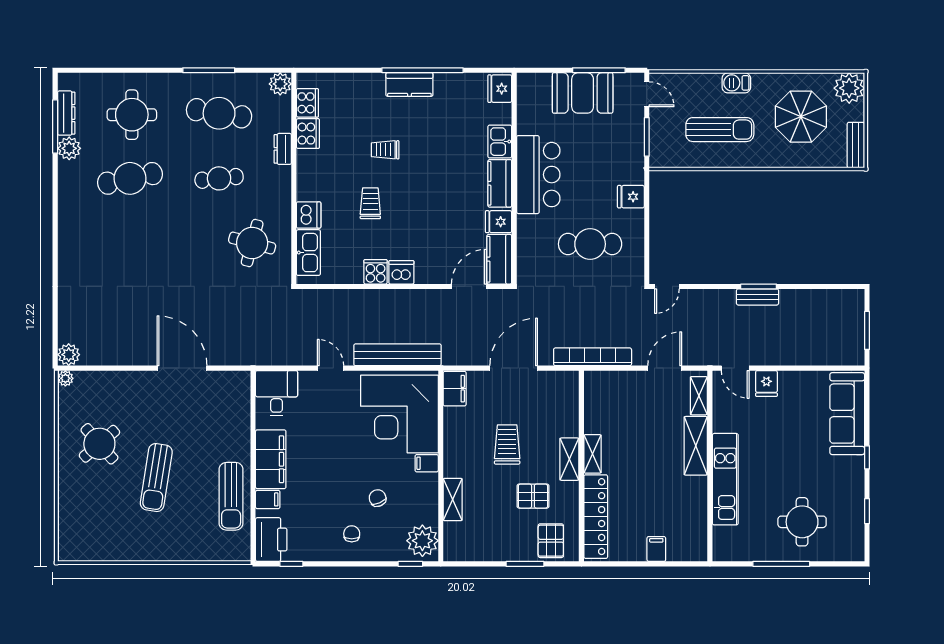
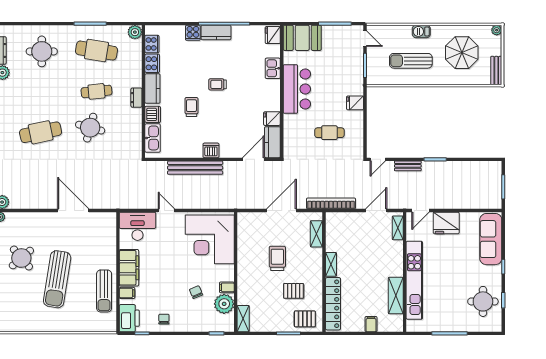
plant: (849, 88) -> (497, 30), width x0.53, depth x0.53
booth: (583, 93) -> (302, 38), moved
sun lounger: (720, 130) -> (411, 61), turned 180
dresser: (283, 149) -> (136, 98), moved
trolley: (385, 150) -> (218, 84), moved
cafe table: (130, 178) -> (41, 132), moved
kitchen counter: (500, 183) -> (152, 89), moved, turned 180
round table: (252, 243) -> (90, 128), moved
cafe table: (590, 244) -> (329, 133), width x0.73, depth x0.74
cooker: (376, 272) -> (193, 33), moved, turned 180
bench: (757, 297) -> (408, 166), moved
bench: (397, 355) -> (195, 168), moved
door: (735, 368) -> (421, 211), hinge flipped
fridge: (766, 383) -> (446, 223), width x1.88, depth x1.34
filing cabinet: (455, 389) -> (244, 223), removed
desk: (277, 393) -> (137, 226), width x1.37
shelving: (696, 446) -> (396, 296), moved
shelving: (569, 459) -> (316, 234), moved
filing cabinet: (427, 463) -> (227, 287), moved
sun lounger: (156, 478) -> (57, 279), width x1.36, depth x1.34
kitchen unit: (725, 479) -> (414, 280), width x1.36
shelving: (453, 499) -> (243, 319), moved
round table: (802, 522) -> (483, 301), moved
chair: (352, 534) -> (164, 319), moved
plant: (422, 541) -> (224, 304), moved
pallet: (551, 541) -> (305, 319), turned 90

